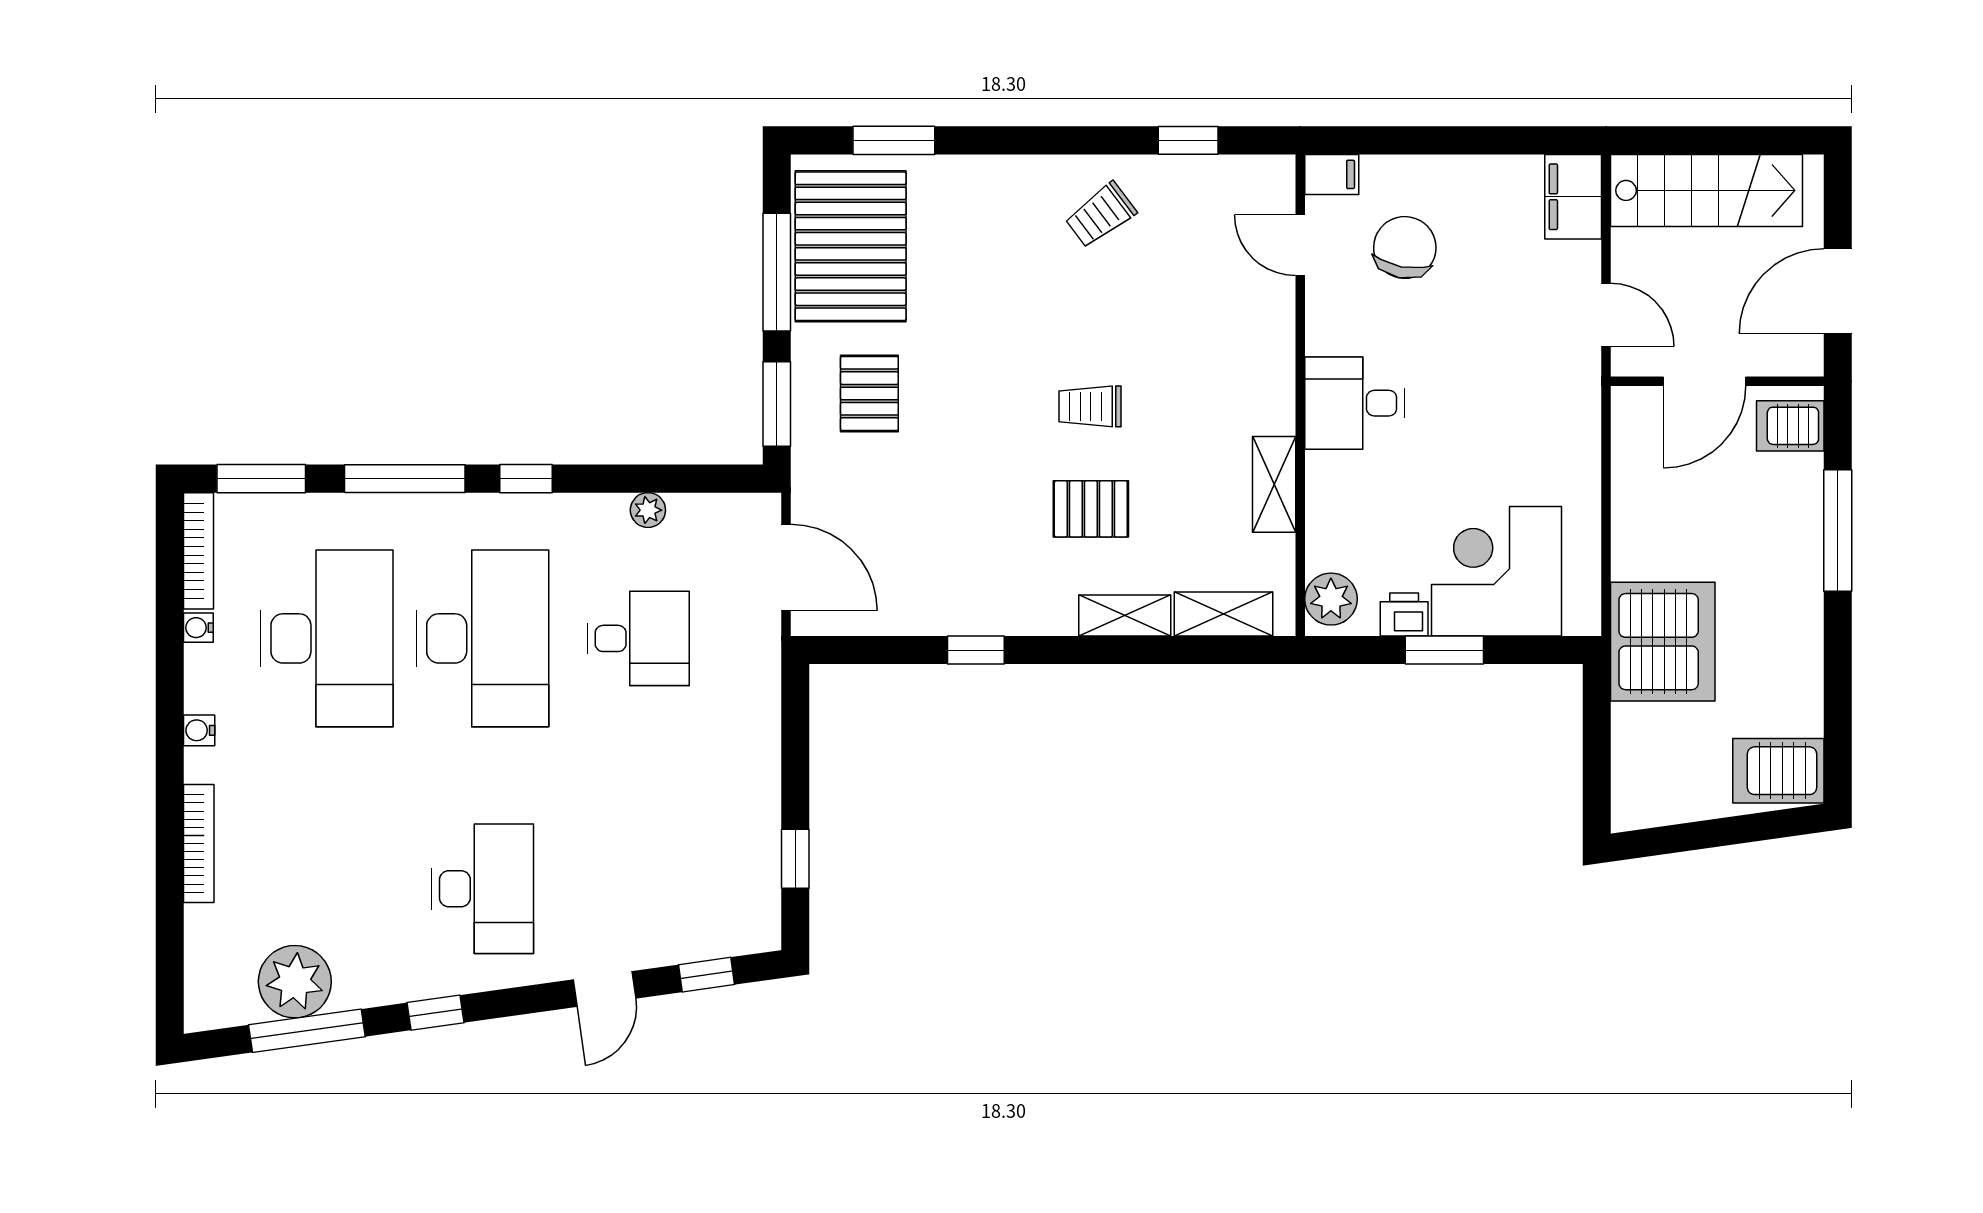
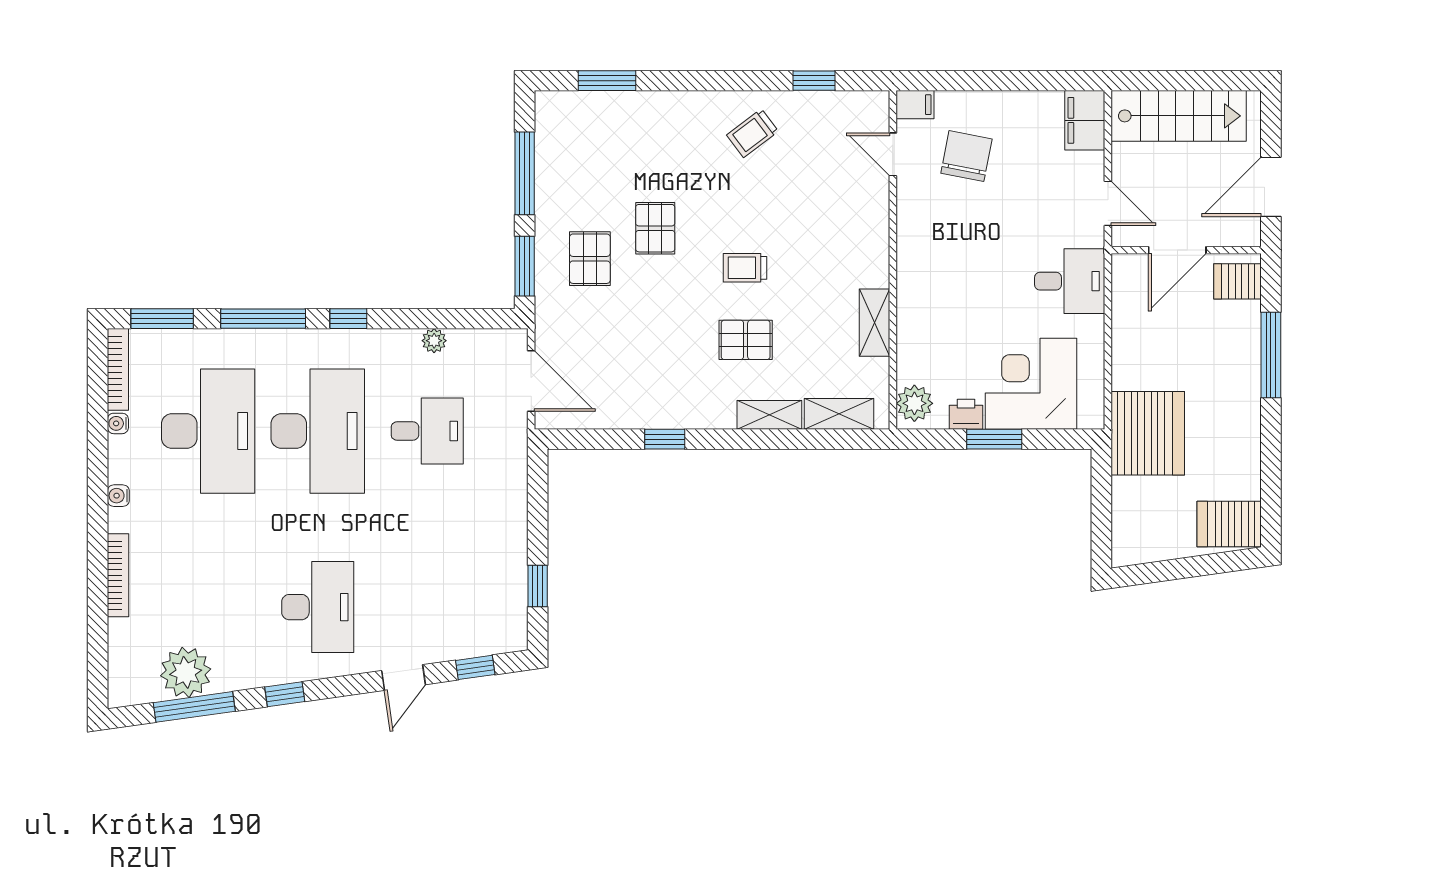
pallet: (851, 246) -> (655, 228), moved, width x0.49, depth x0.50
desk: (1355, 403) -> (1070, 281), moved, turned 180

